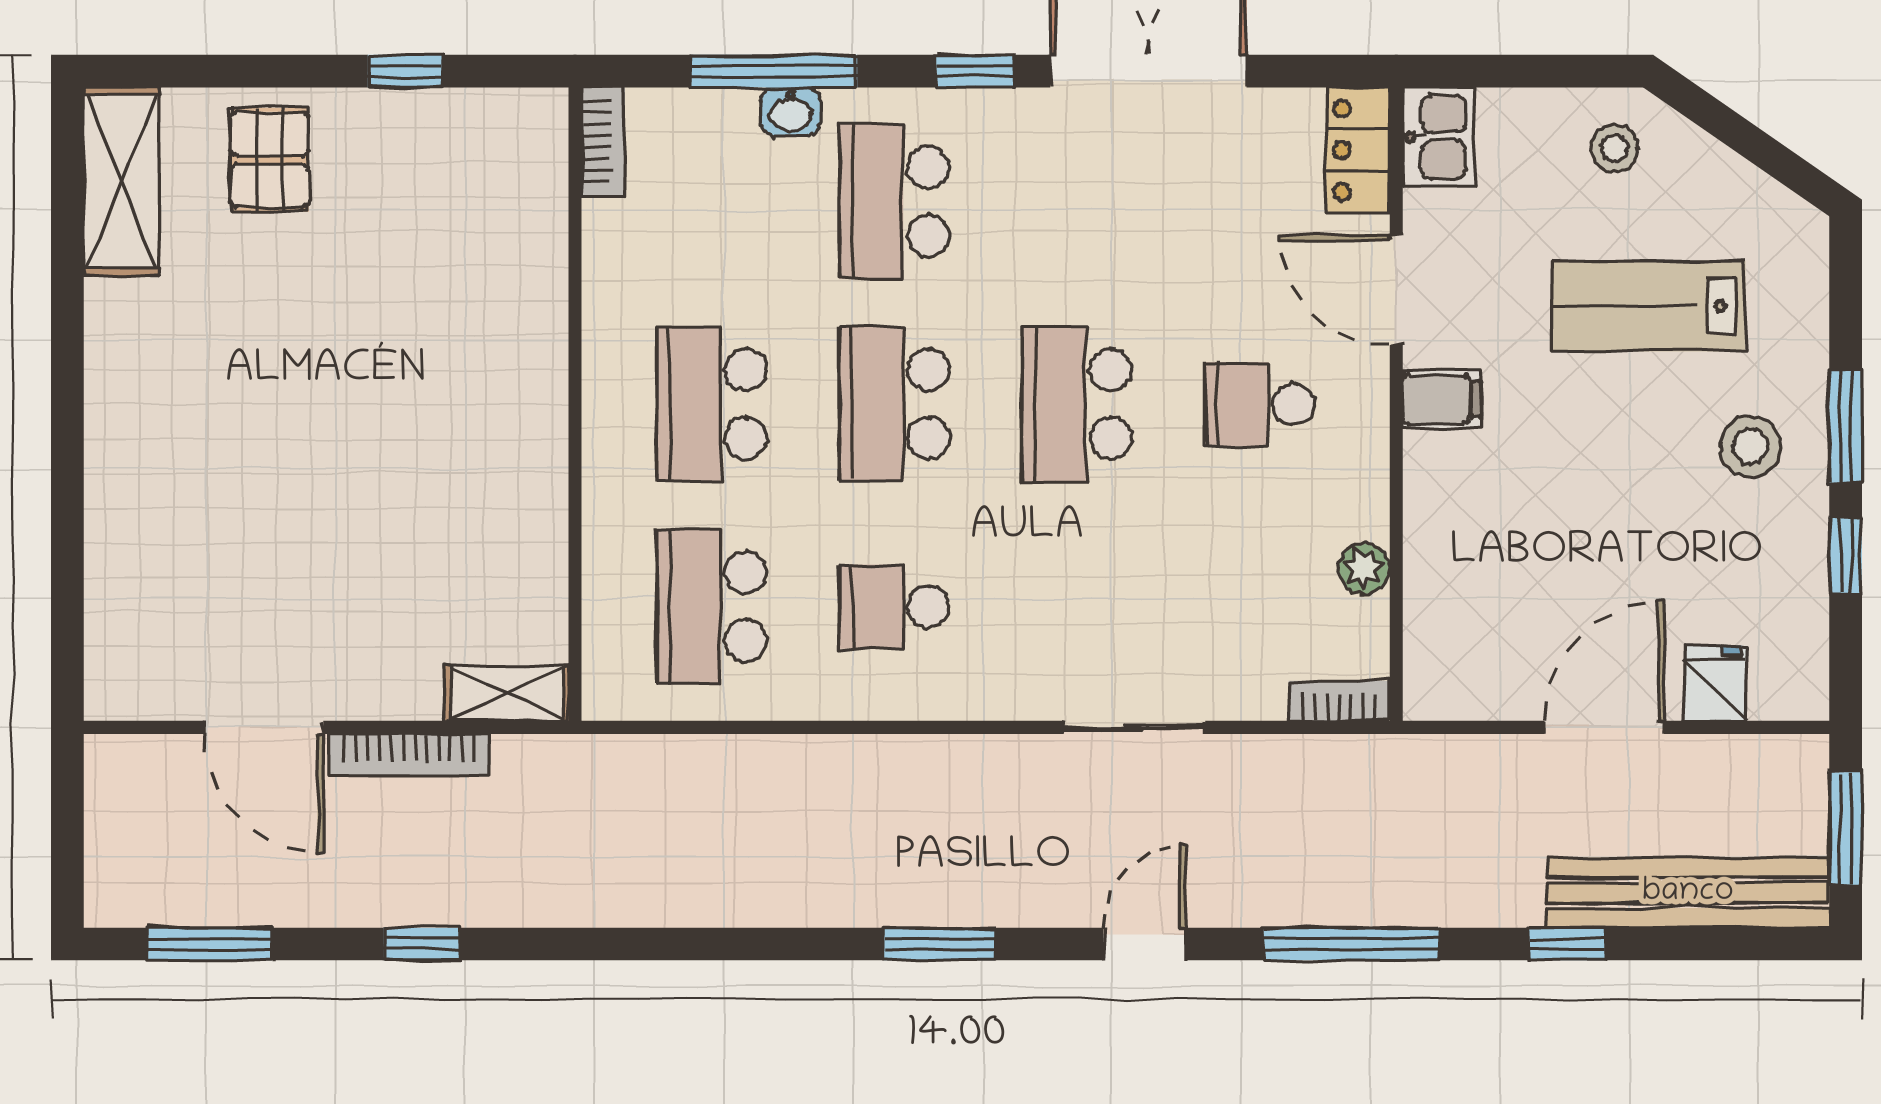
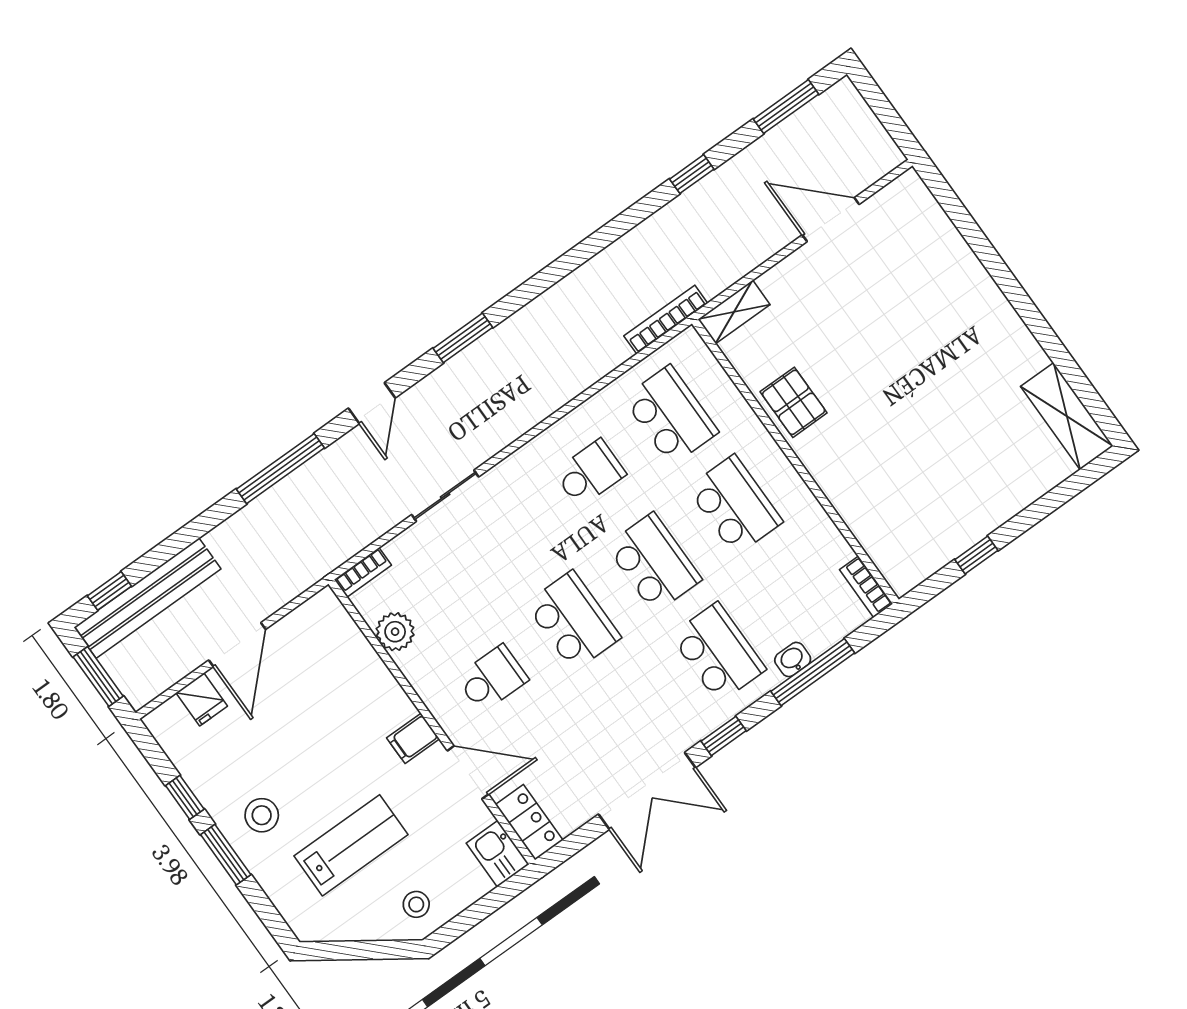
pallet: (270, 160) -> (794, 402), moved
plant: (1364, 568) -> (395, 632), width x1.38, depth x1.38
bookcase: (409, 754) -> (666, 320), moved
window: (1567, 944) -> (109, 591), moved

